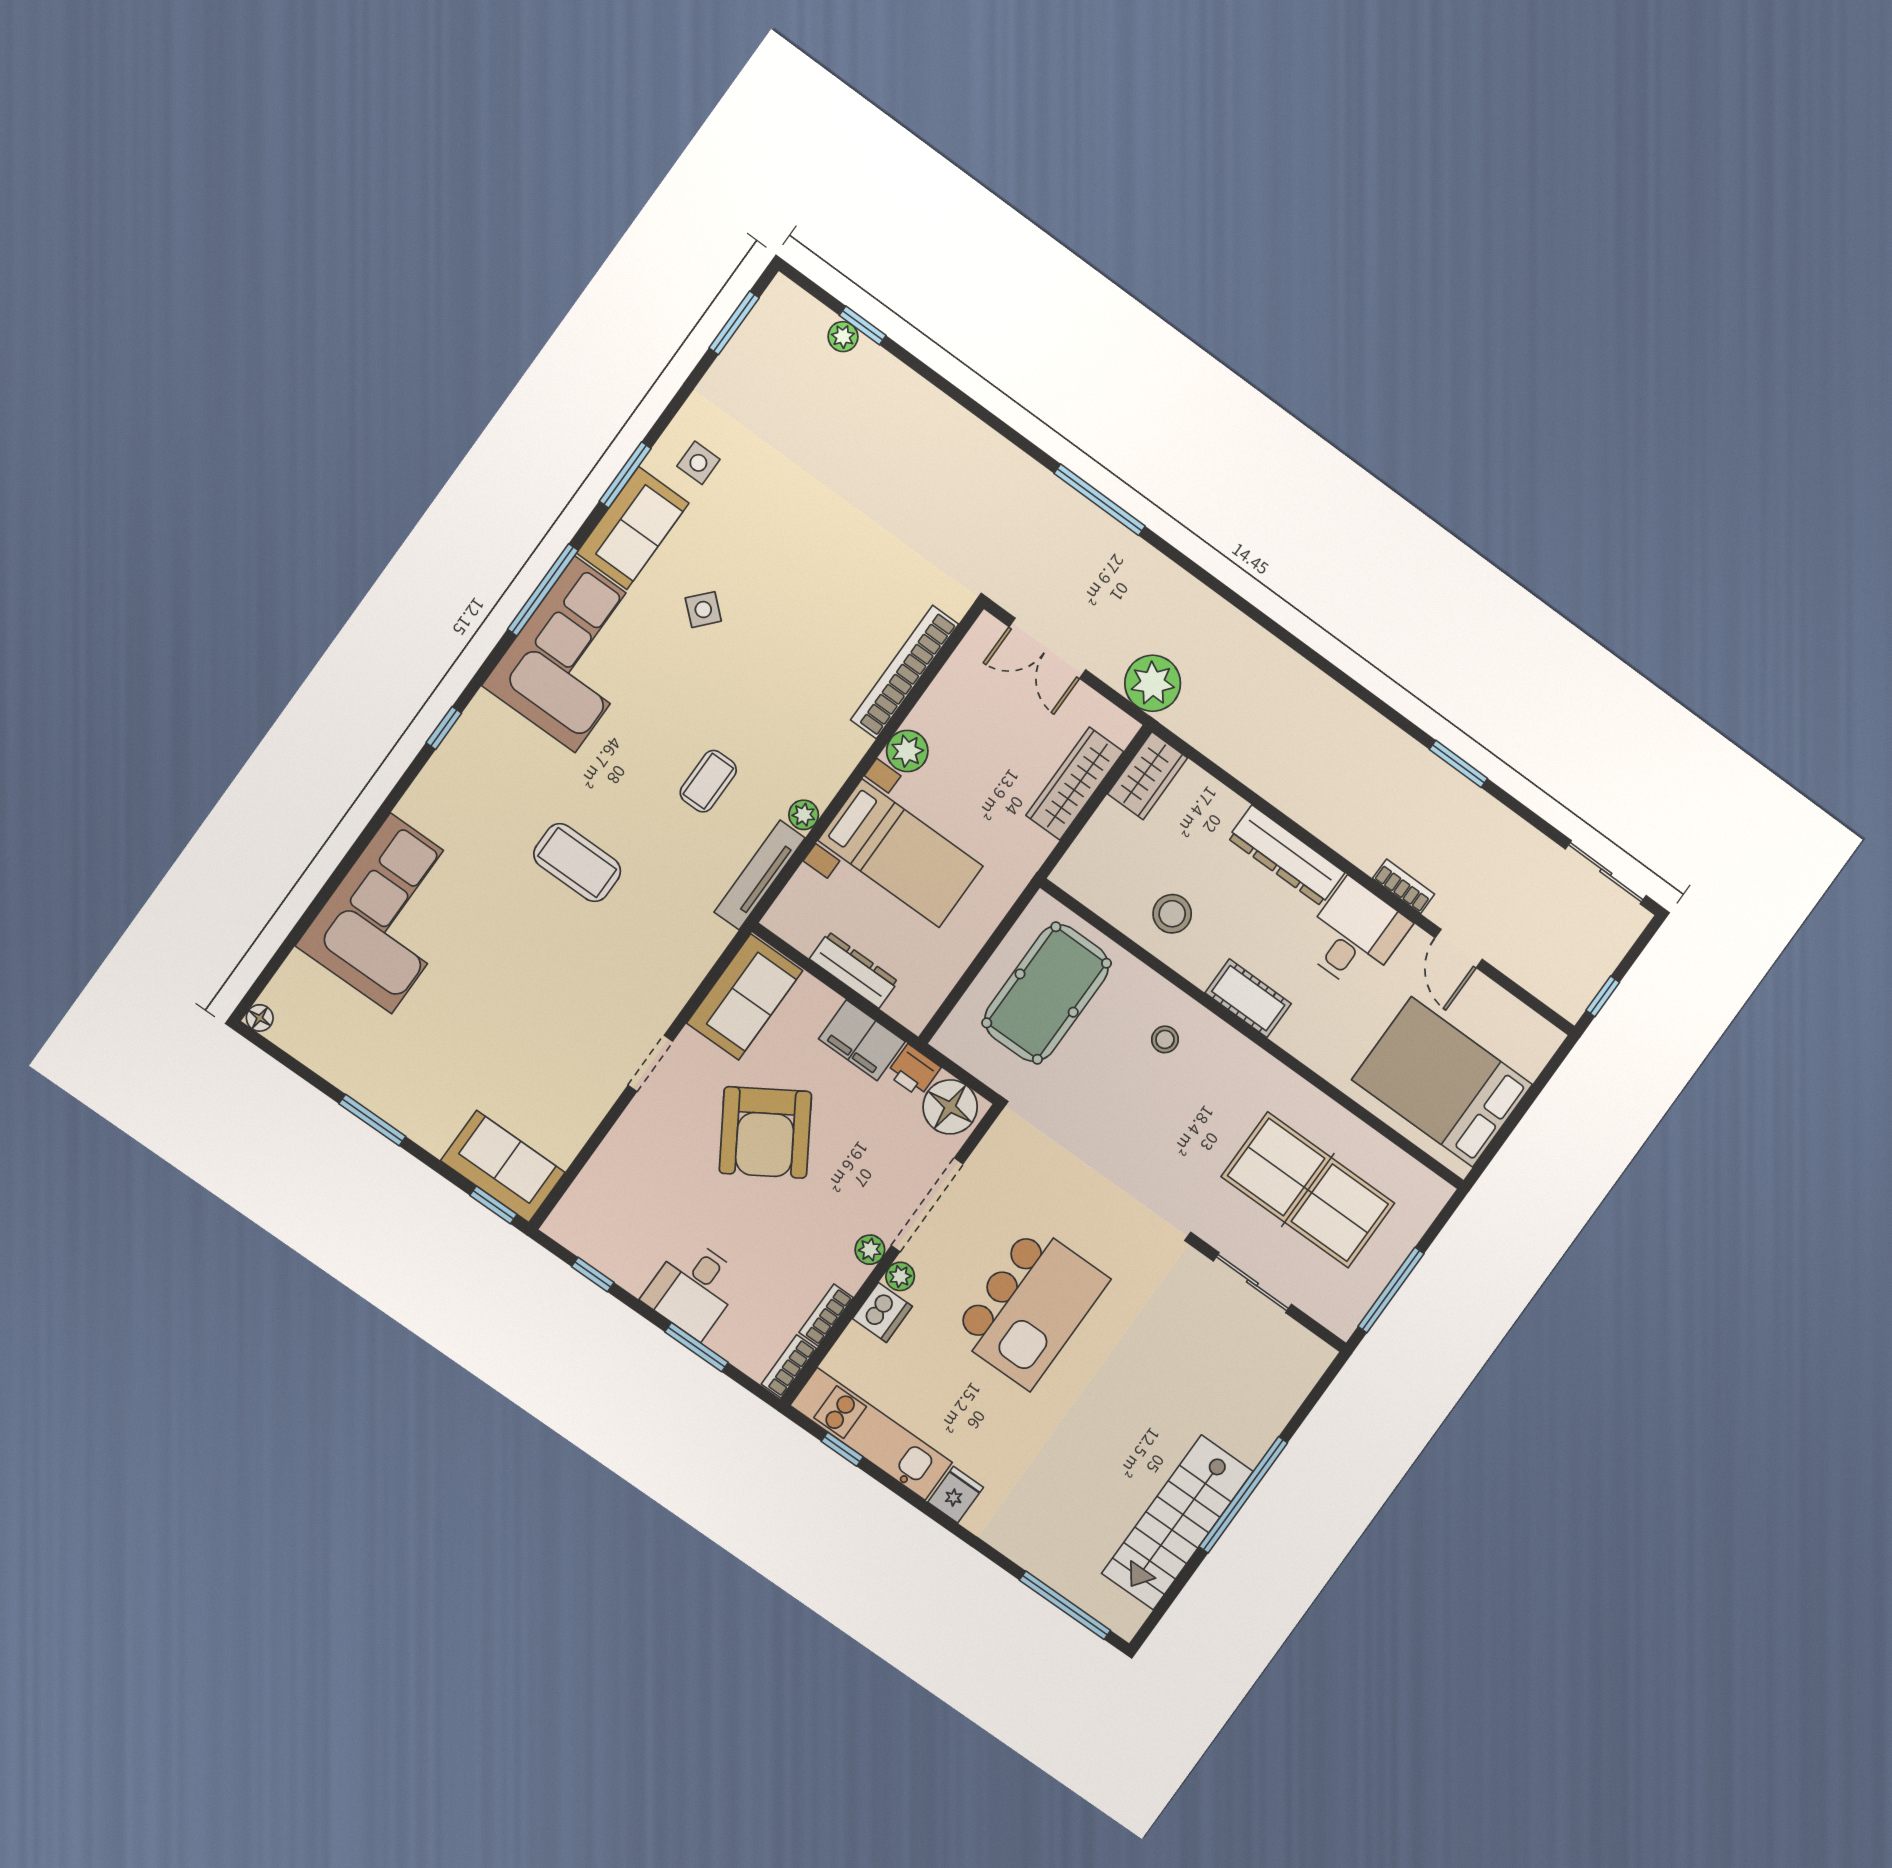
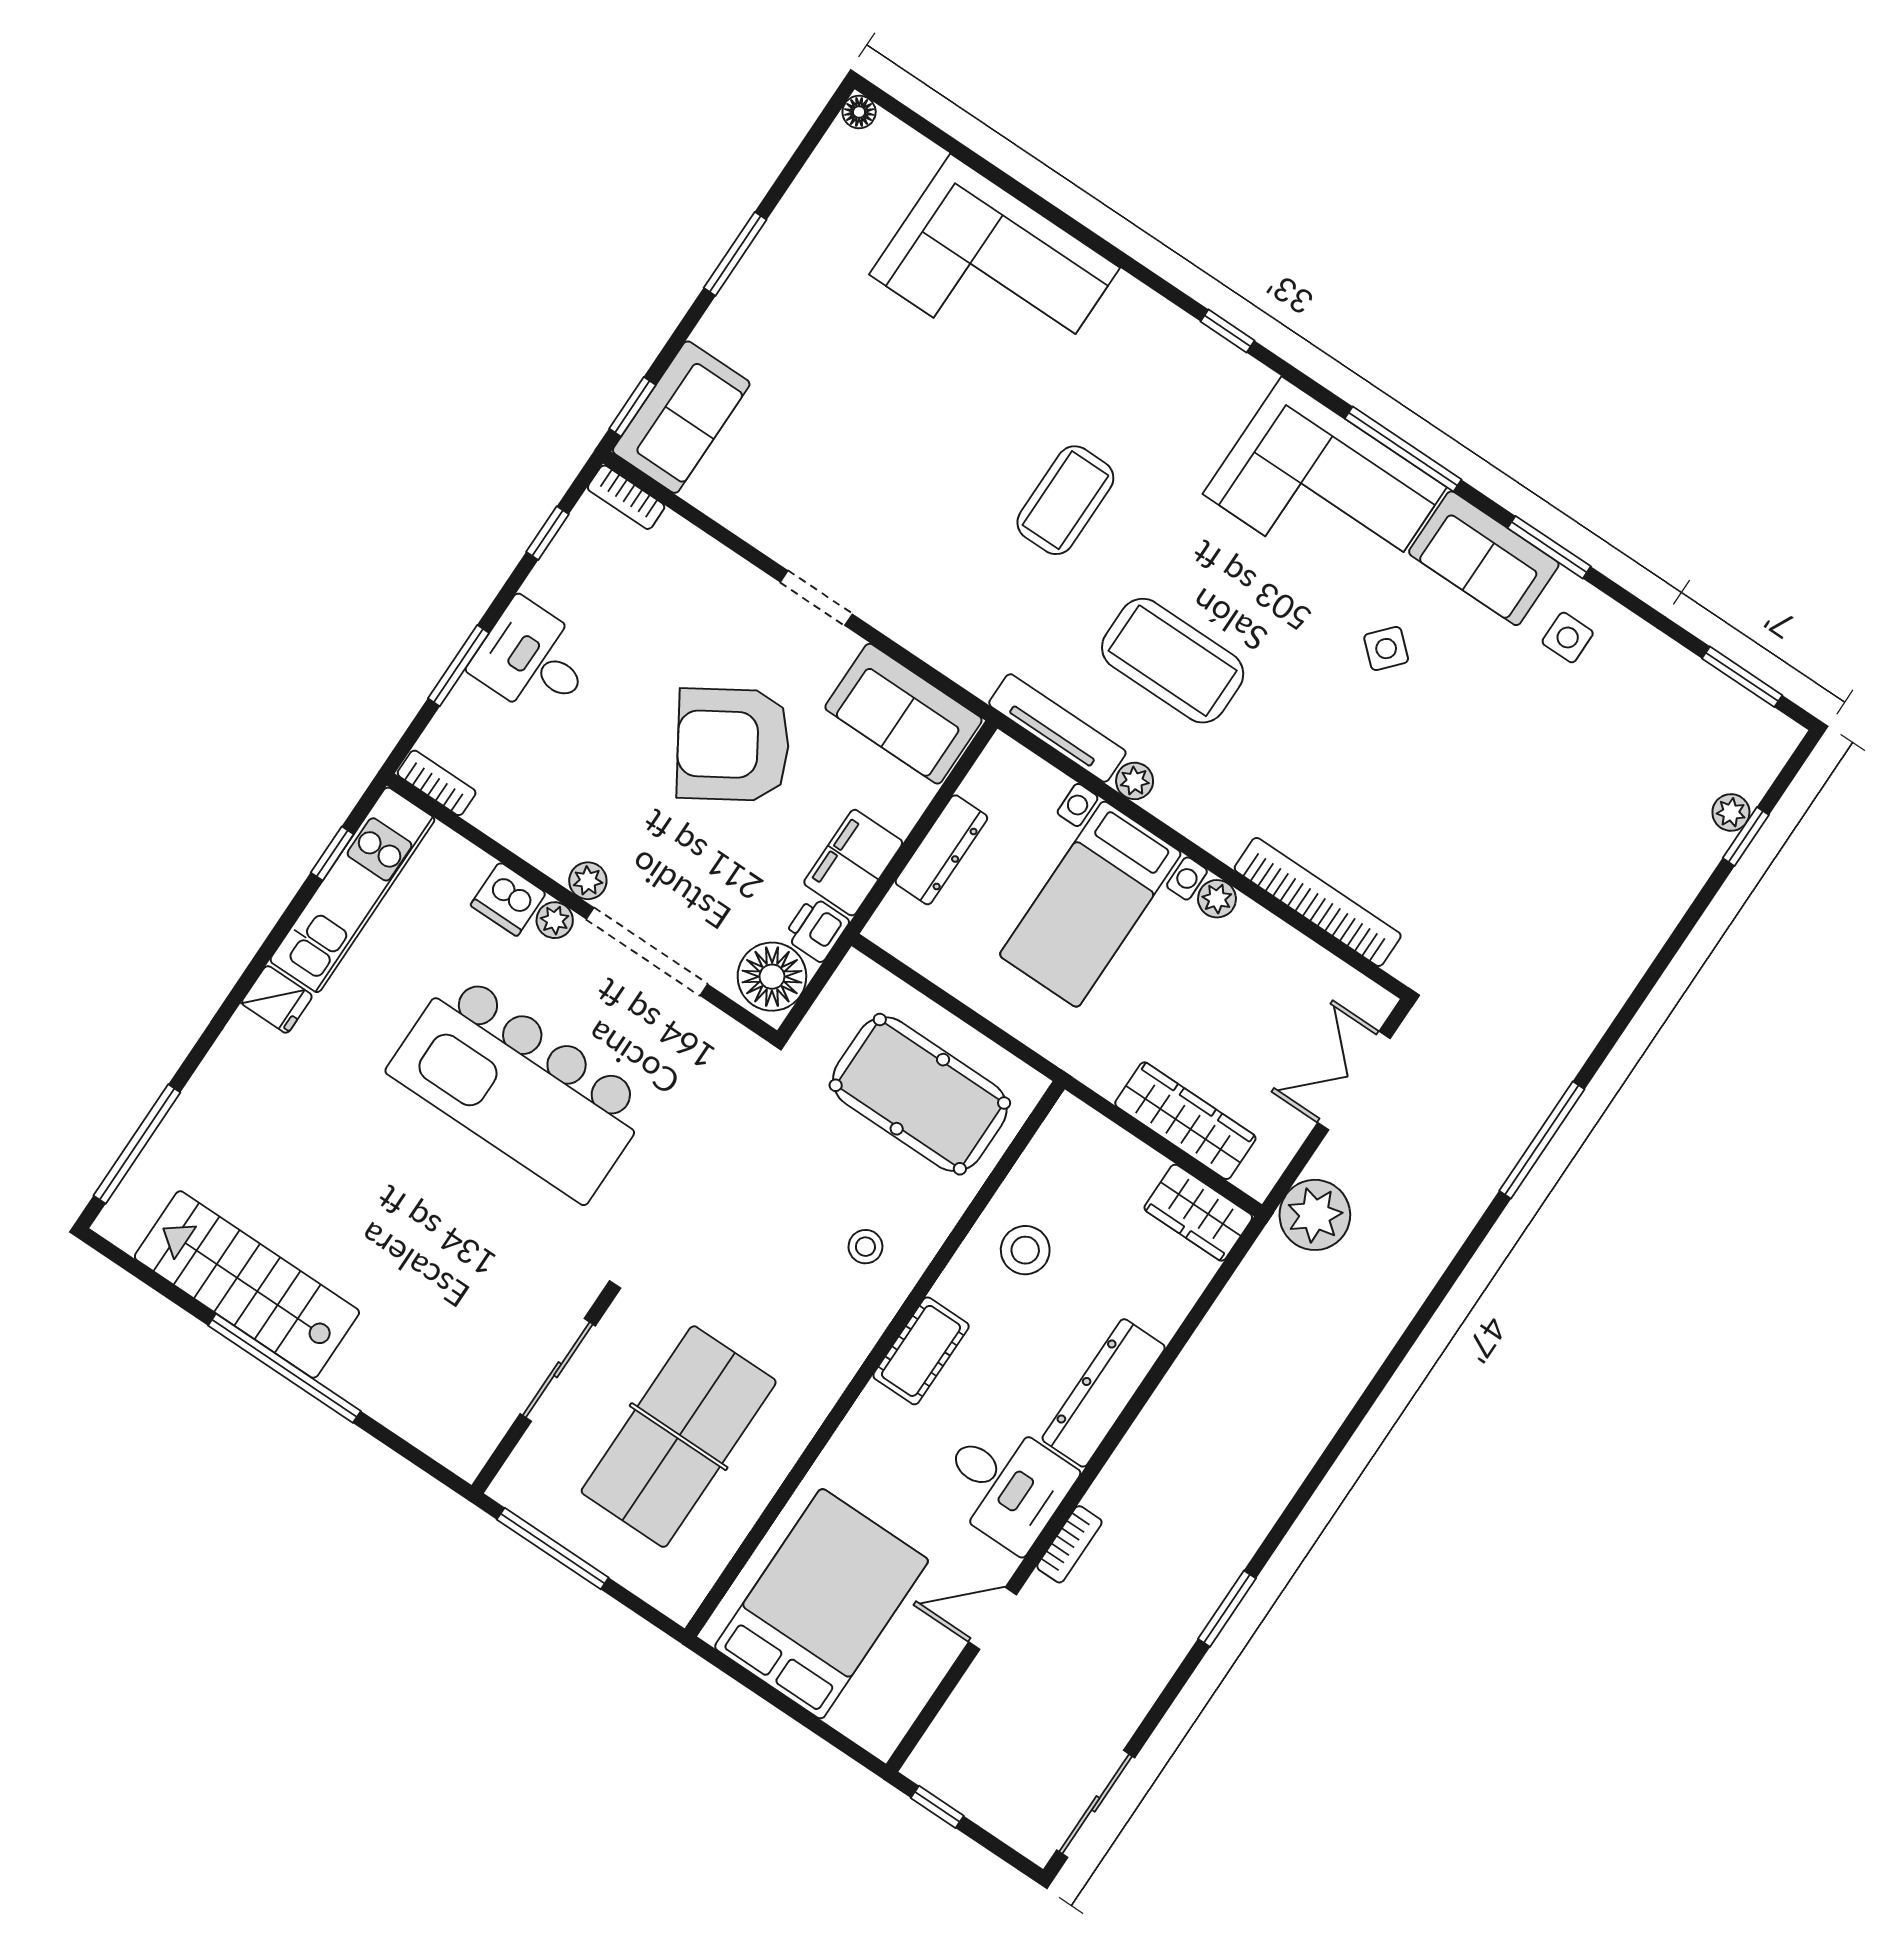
plant: (907, 751) -> (1217, 899), width x0.73, depth x0.73
coffee table: (708, 781) -> (1173, 661), width x1.86, depth x1.72
kitchen island: (1030, 1307) -> (520, 1087), width x1.37
bookcase: (826, 1315) -> (626, 497), moved, turned 180

